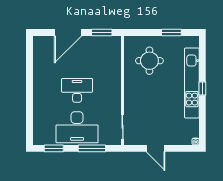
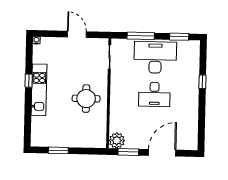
plant: (113, 44) -> (117, 140), added
round table: (149, 61) -> (86, 99), moved
kitchen unit: (192, 83) -> (39, 90), width x0.73
window: (202, 88) -> (29, 81), moved
window: (30, 104) -> (202, 82), added

